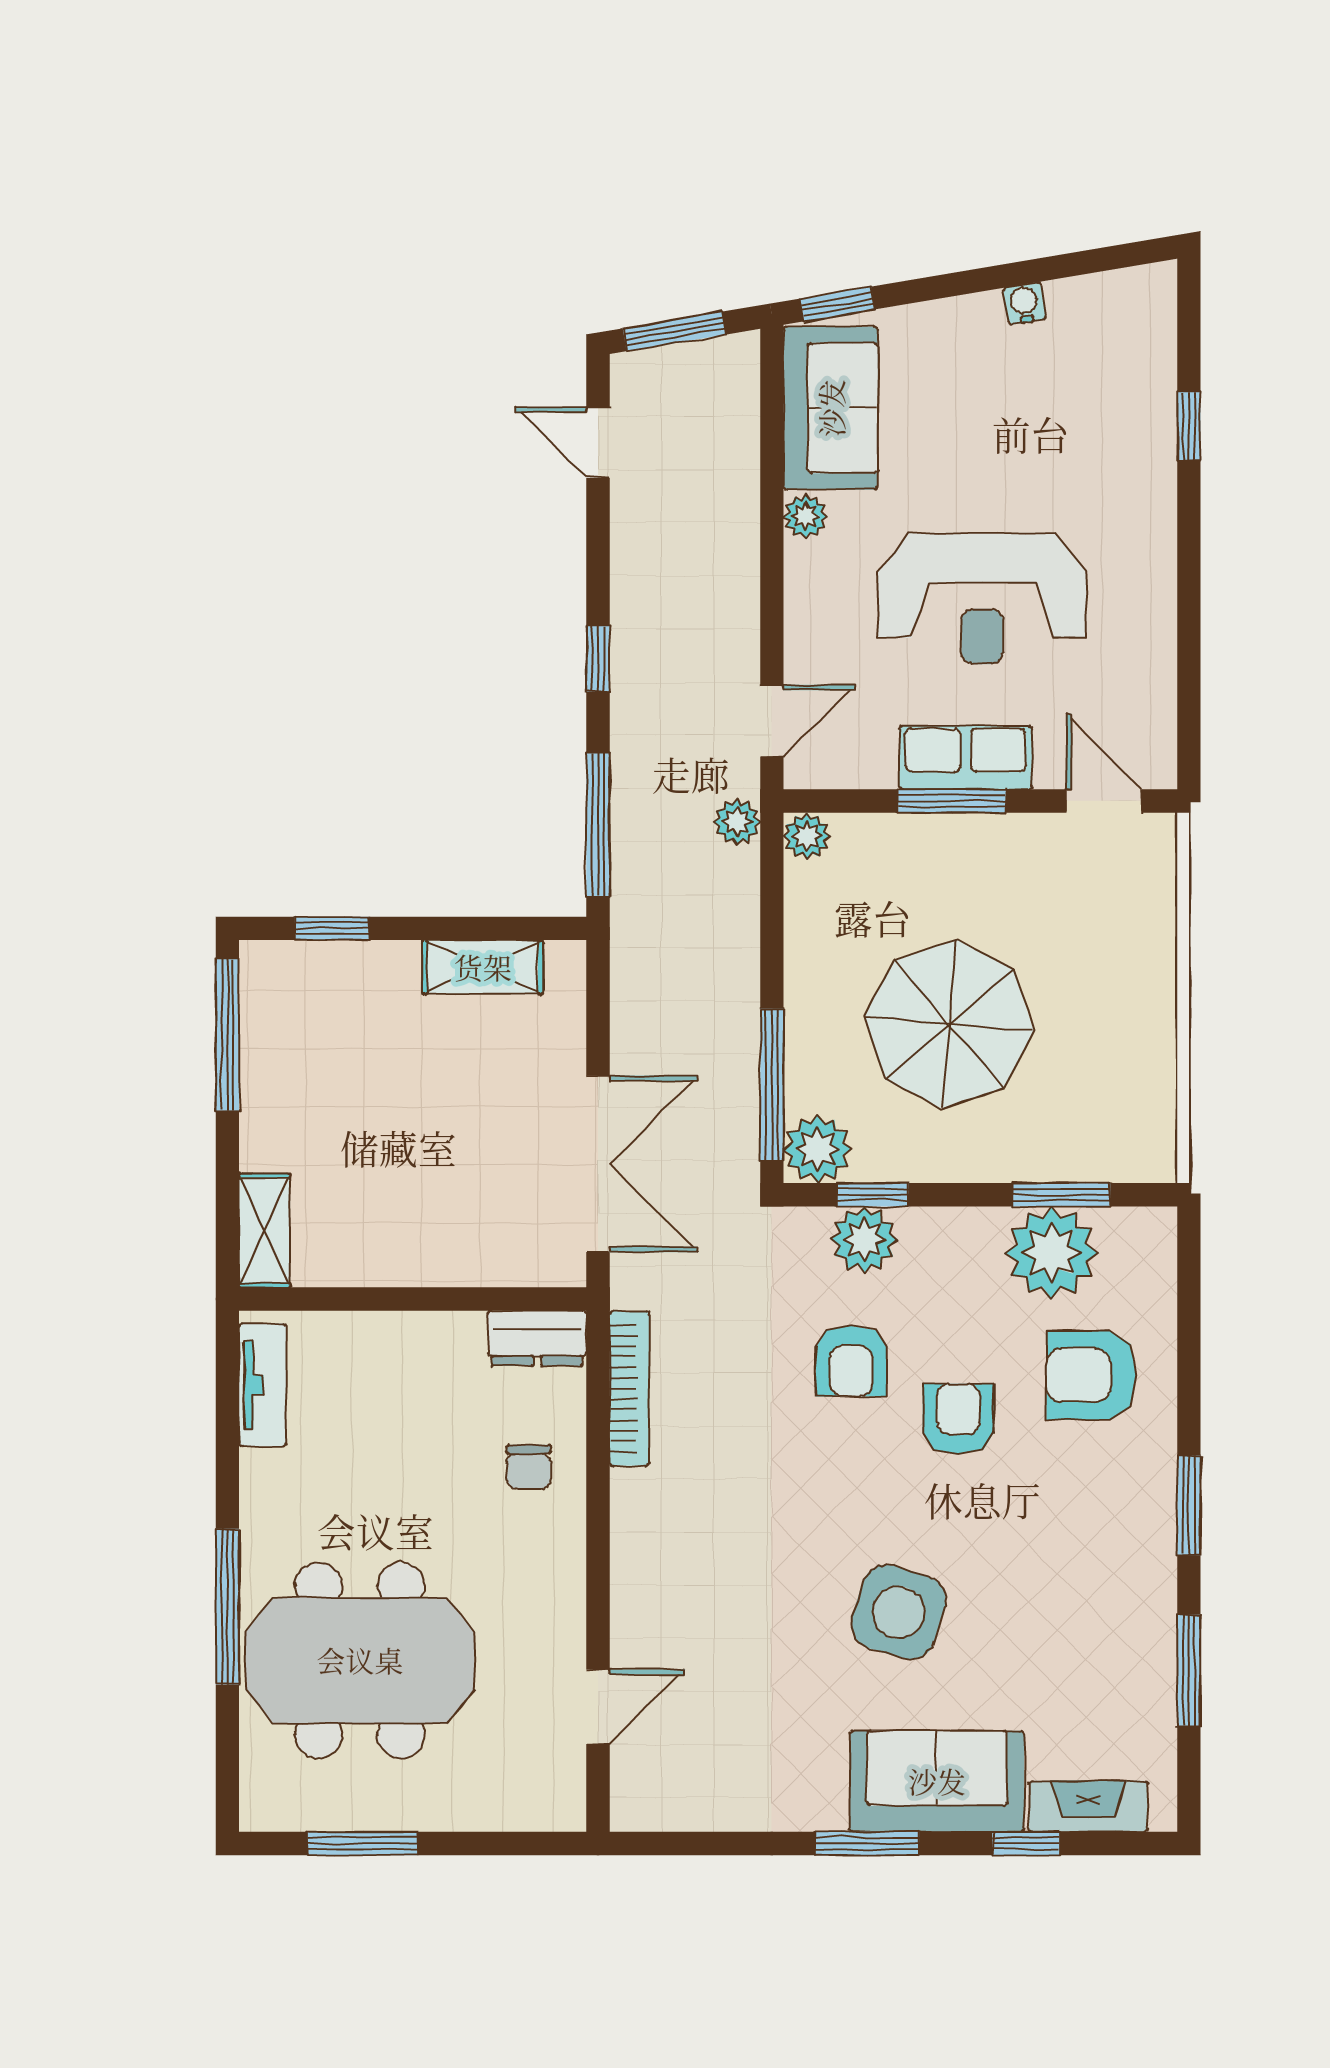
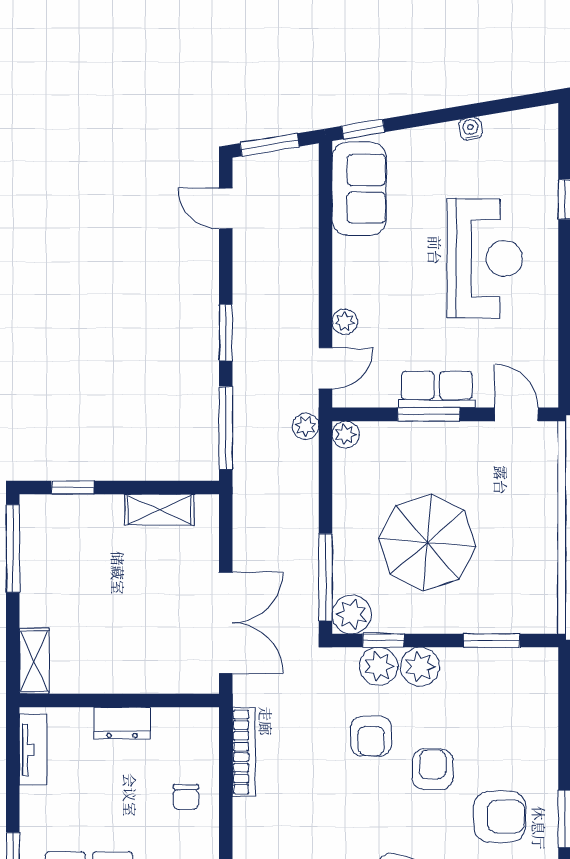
plant: (805, 516) -> (345, 322), moved
reception desk: (982, 598) -> (485, 259), moved, turned -90
window: (598, 659) -> (226, 333), width x1.50
plant: (1052, 1253) -> (420, 667), moved, width x0.73, depth x0.73
dresser: (537, 1338) -> (122, 723), moved
armchair: (1091, 1375) -> (500, 817), moved, turned 180

